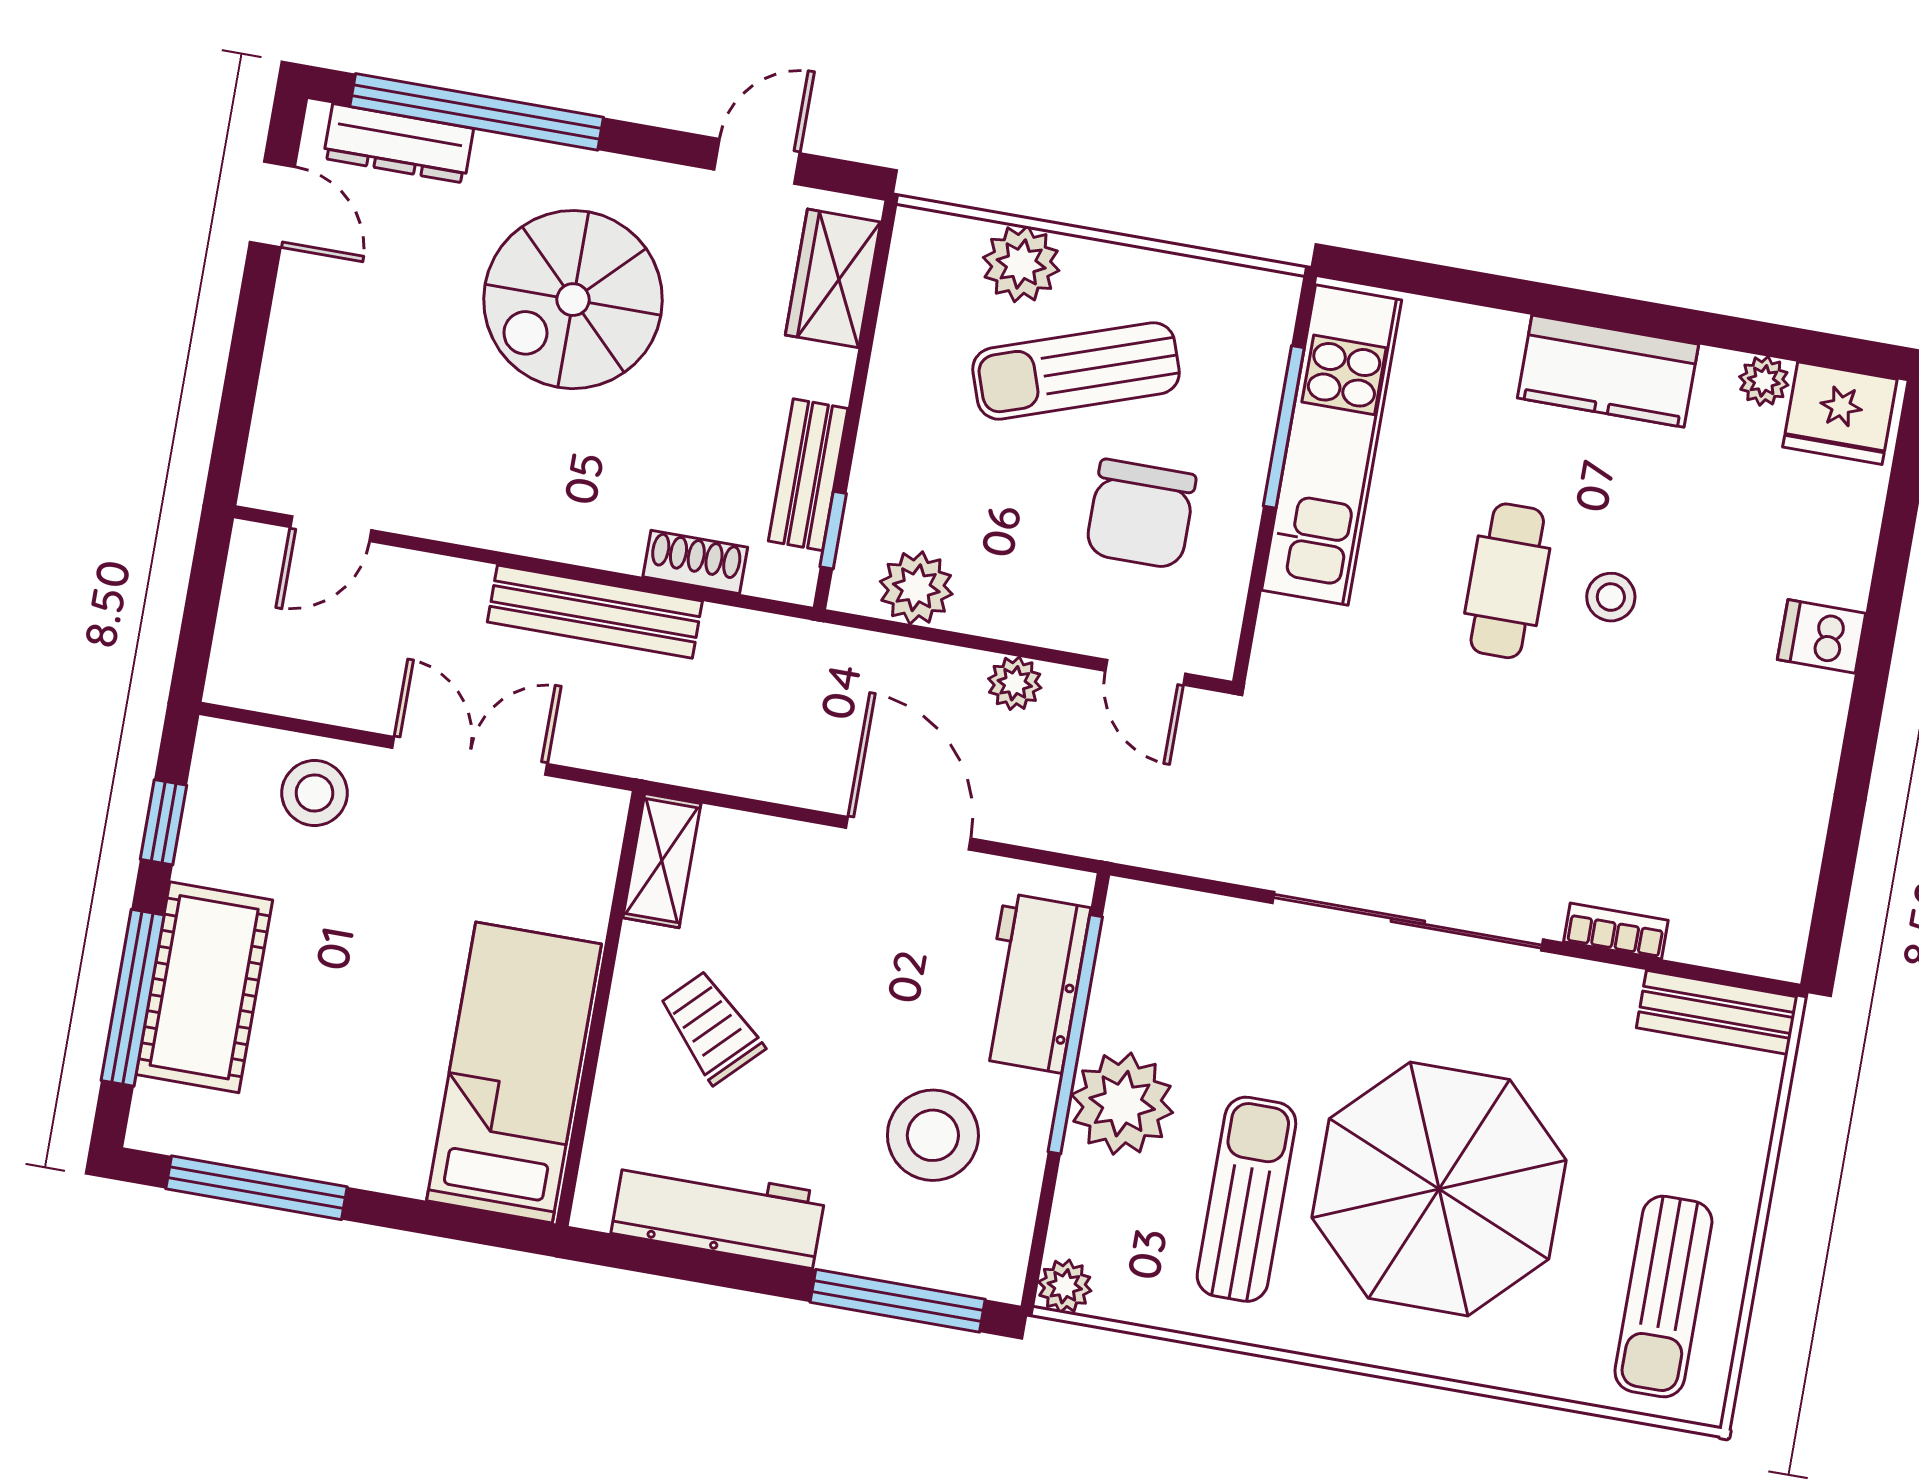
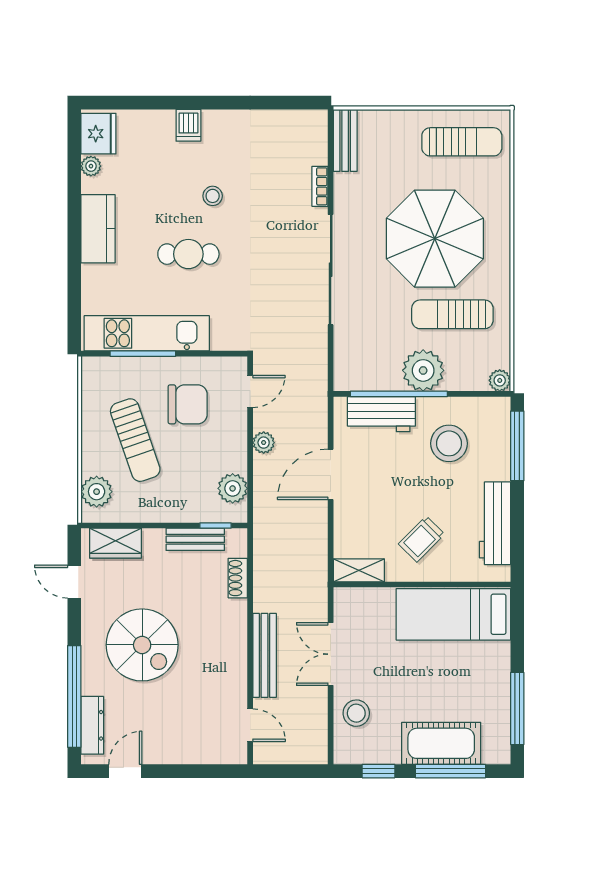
plant: (1021, 264) -> (97, 492), moved
stool: (1611, 597) -> (213, 196), moved
bench: (595, 612) -> (265, 655), moved

